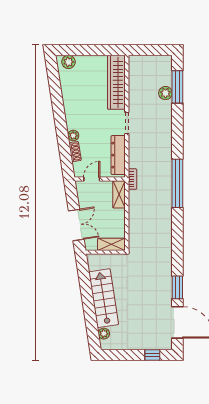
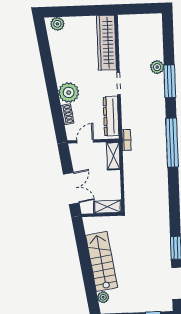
window: (177, 87) -> (170, 81), moved
plant: (165, 93) -> (157, 67), moved
plant: (73, 136) -> (69, 93), width x1.87, depth x1.87

